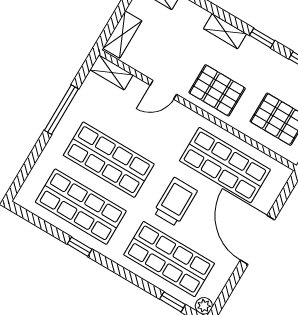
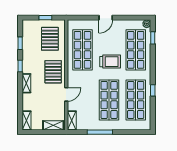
door: (163, 90) -> (66, 94), hinge flipped
trolley: (175, 202) -> (110, 62), turned 180
door: (258, 240) -> (106, 18), width x0.53

